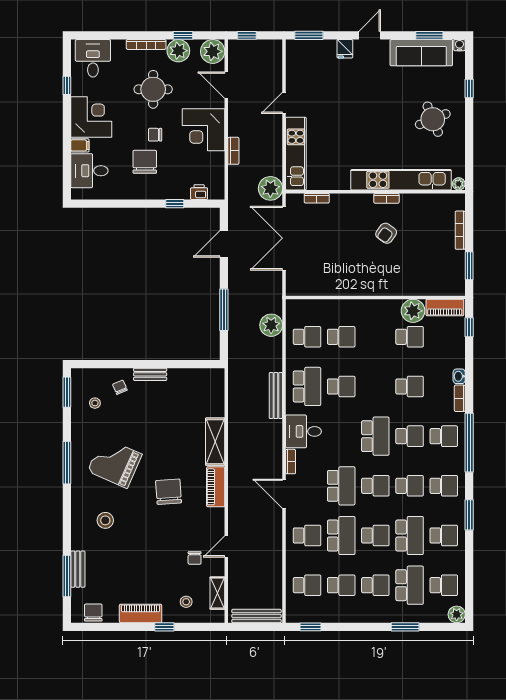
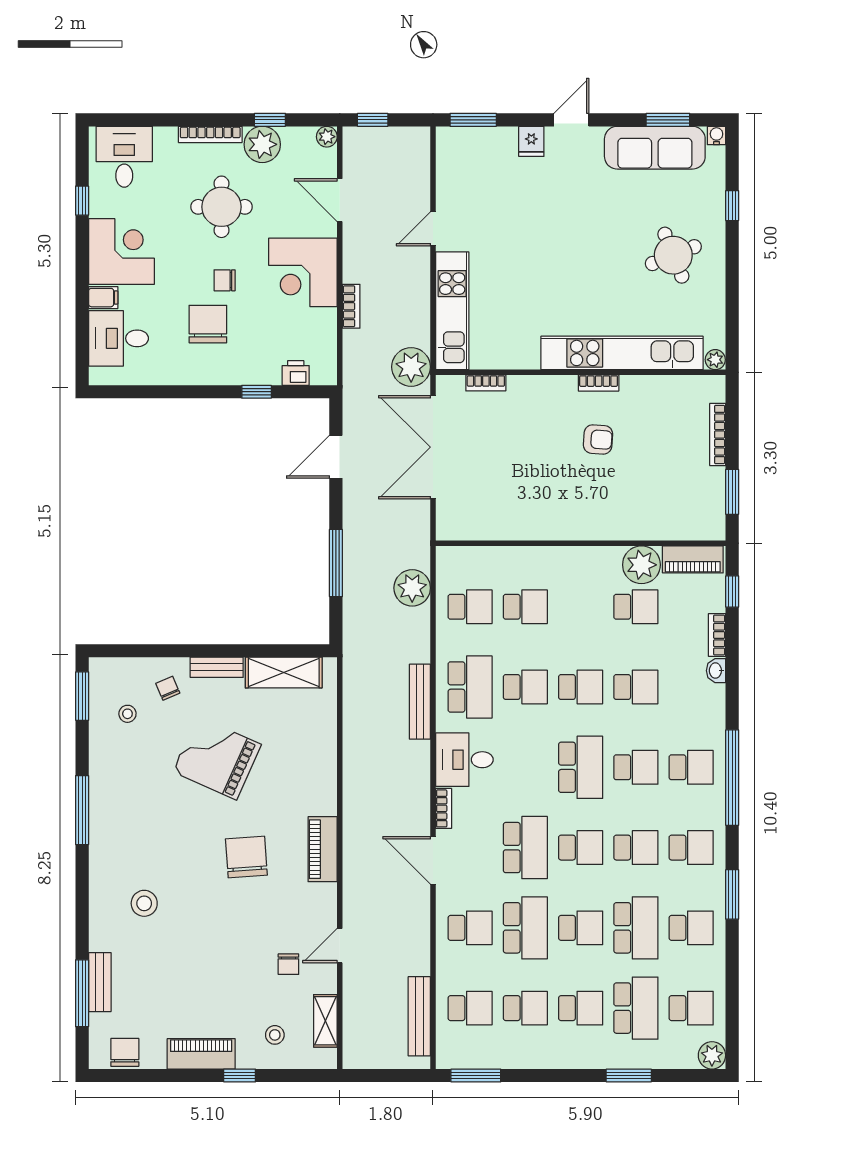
plant: (213, 51) -> (327, 137), width x0.53, depth x0.53
armchair: (386, 233) -> (598, 439), turned -121
school desk: (375, 386) -> (581, 687), added
bookcase: (460, 398) -> (717, 635), moved
shelving: (215, 442) -> (284, 673), moved, turned 90
grand piano: (115, 463) -> (217, 758), moved
bench: (256, 616) -> (419, 1016), moved, turned 90
window: (311, 627) -> (476, 1076), width x1.50

